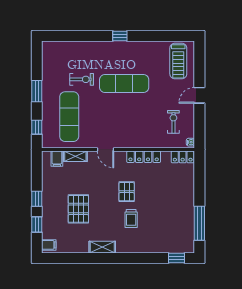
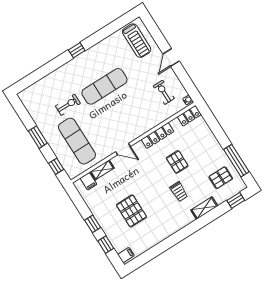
pallet: (127, 192) -> (177, 162), moved
pallet: (176, 229) -> (221, 178), added
shelving: (102, 247) -> (204, 208), moved

